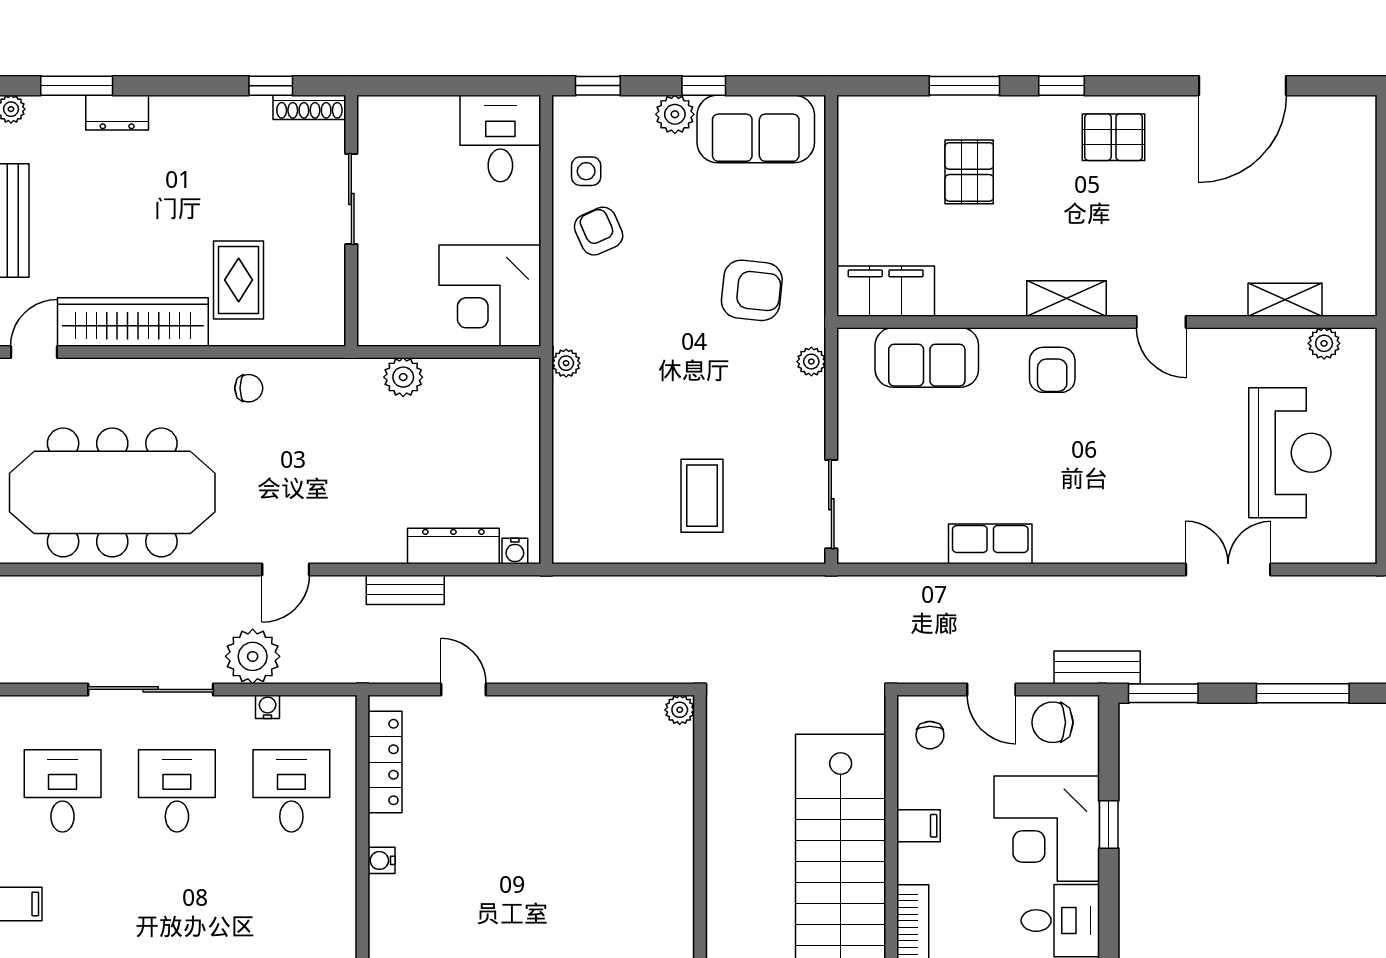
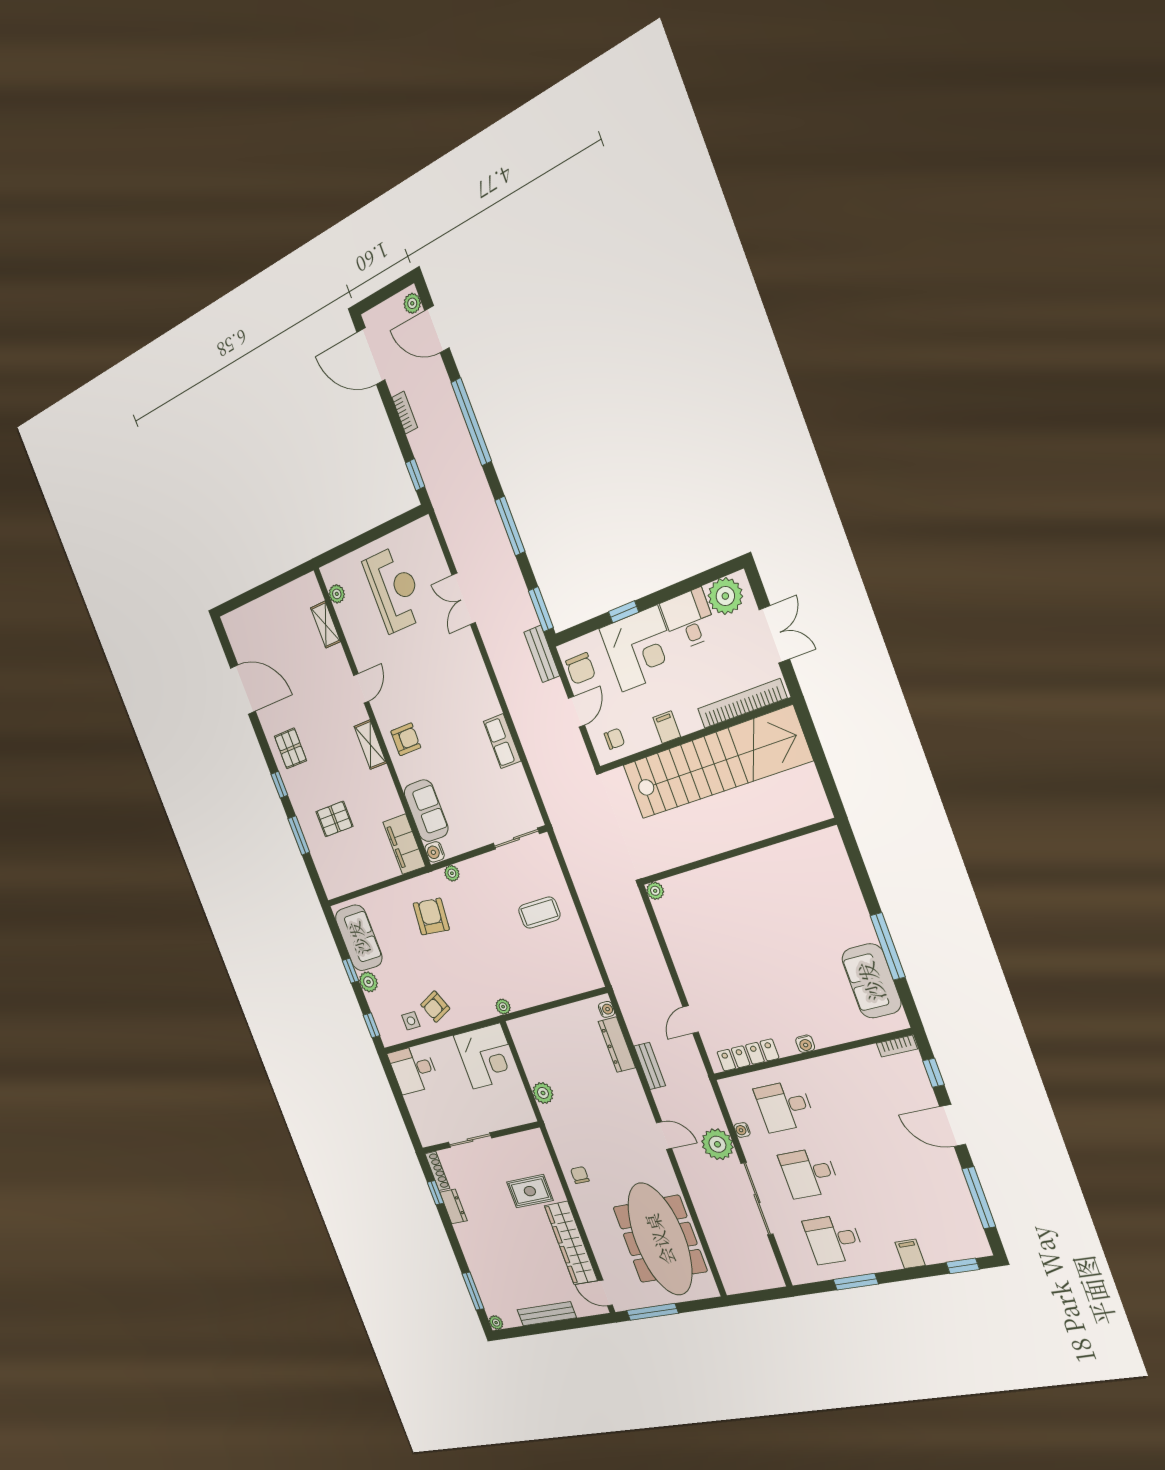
dresser: (117, 113) -> (453, 1206), moved
water cooler: (856, 344) -> (435, 852), added
reception desk: (1290, 453) -> (394, 589), turned 90

